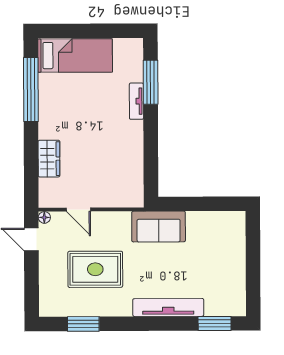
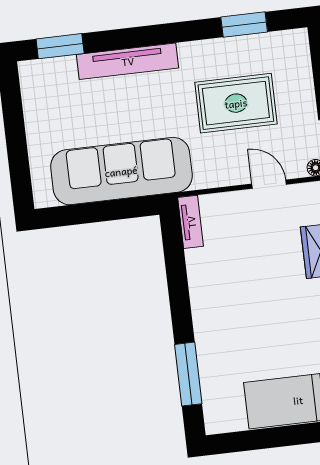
tv unit: (136, 101) -> (191, 222), moved
sofa: (159, 227) -> (121, 171), width x1.85, depth x1.27

